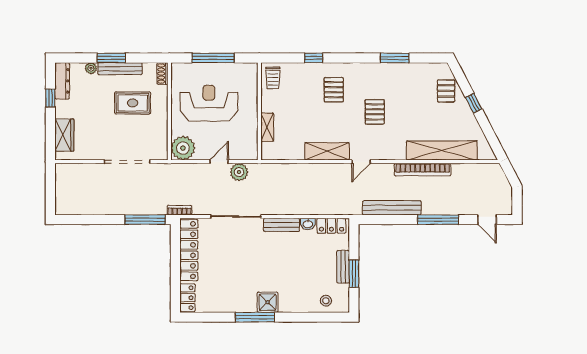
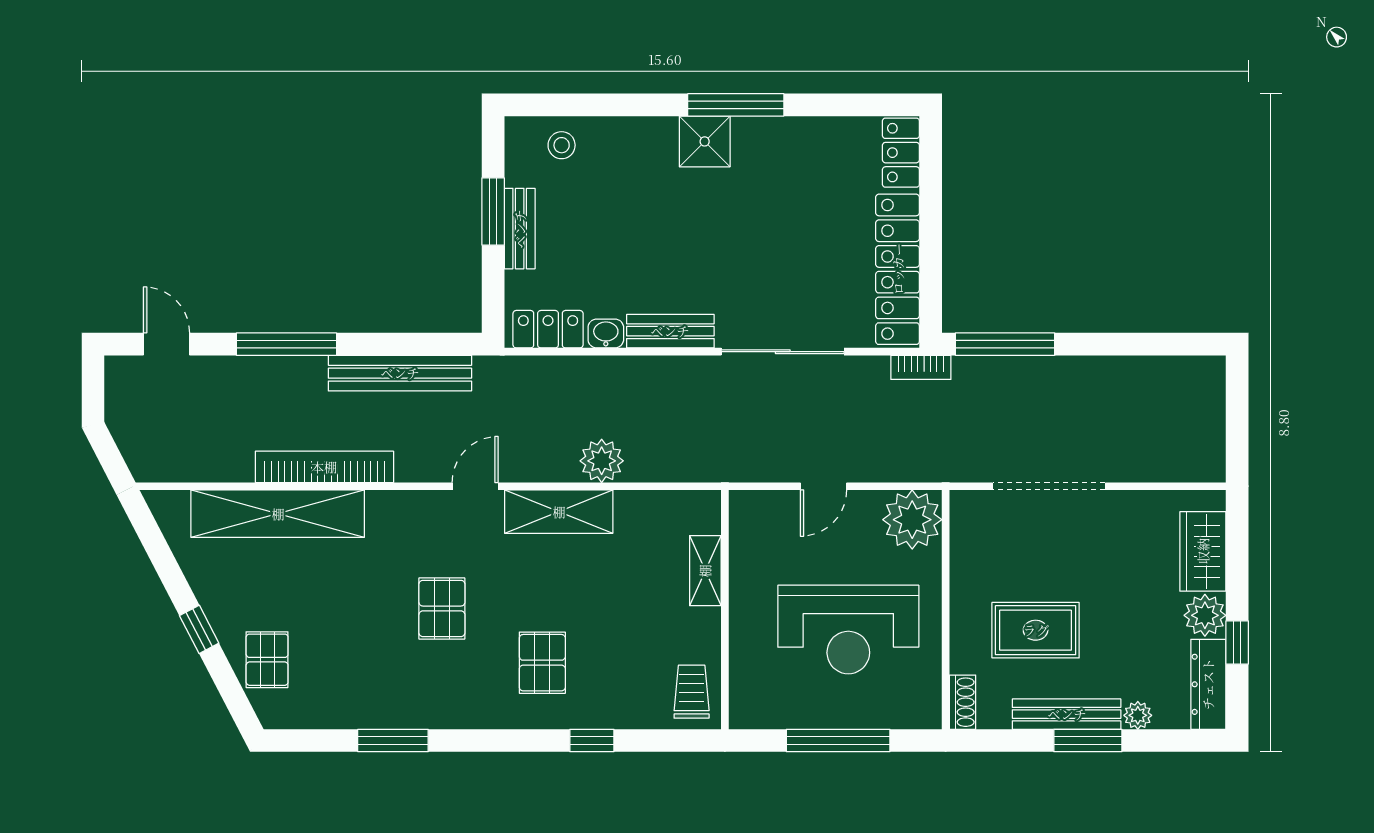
plant: (64, 109) -> (1205, 615), added
plant: (239, 172) -> (602, 461), moved

